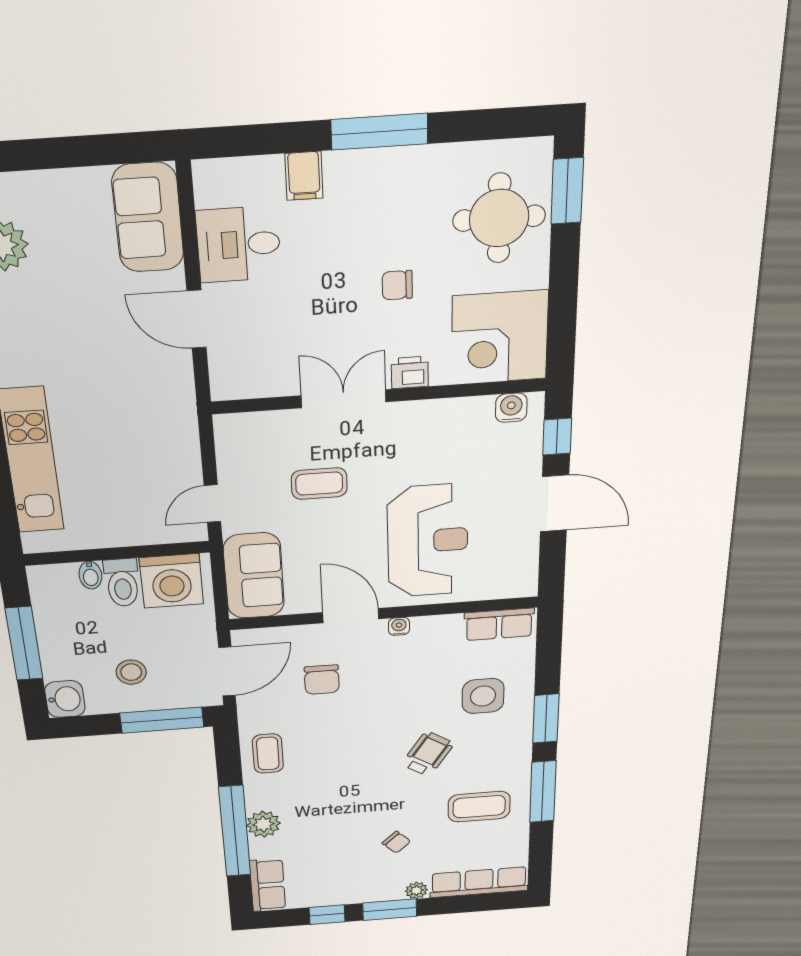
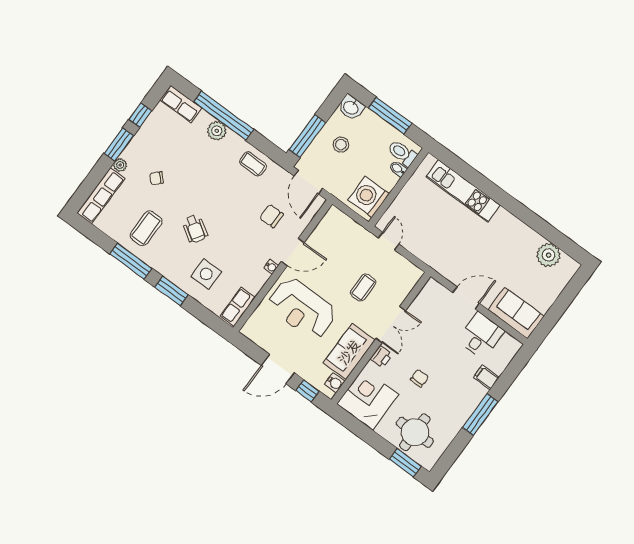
sofa: (254, 576) -> (349, 352), moved, turned 90
toilet: (122, 583) -> (402, 153), moved

